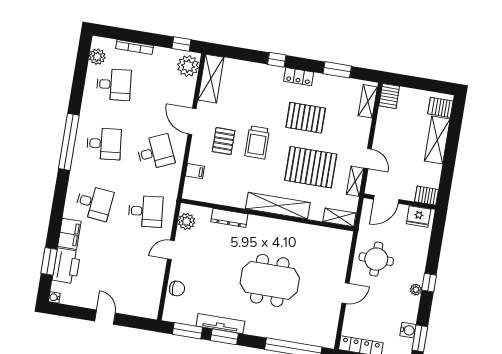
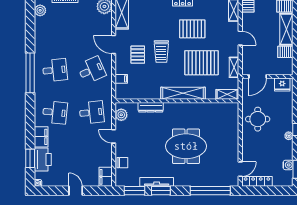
desk: (114, 85) -> (55, 28), removed
door: (368, 158) -> (240, 38), moved
server rack: (427, 196) -> (285, 52), moved
door: (171, 250) -> (114, 136), hinge flipped
door: (346, 293) -> (240, 169), moved
filing cabinet: (150, 305) -> (106, 177), added

